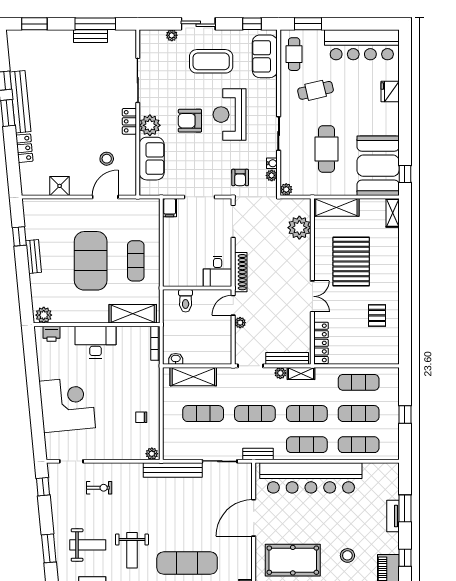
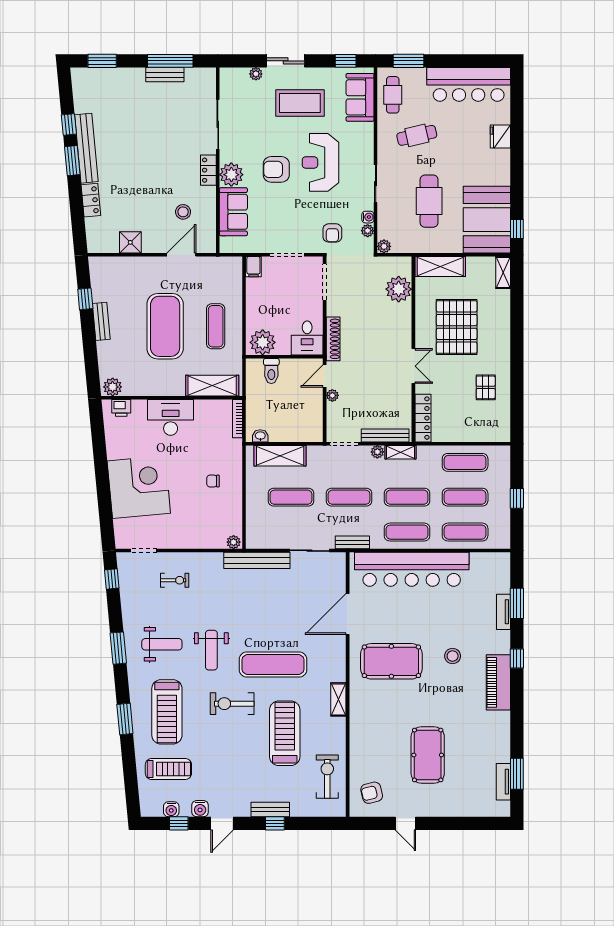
plant: (178, 275) -> (263, 342), added
chair: (141, 417) -> (213, 481), moved

